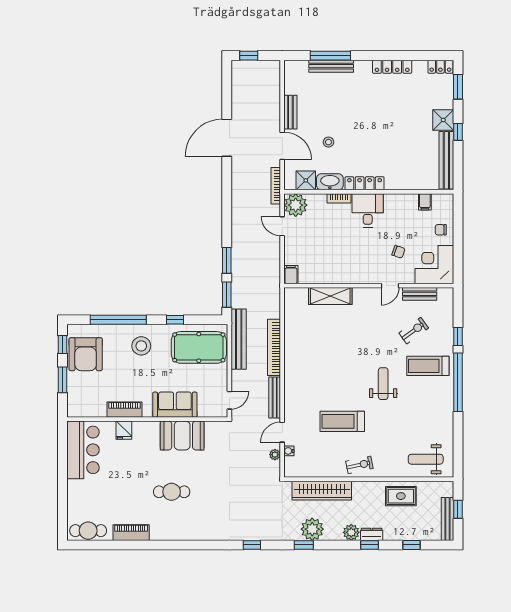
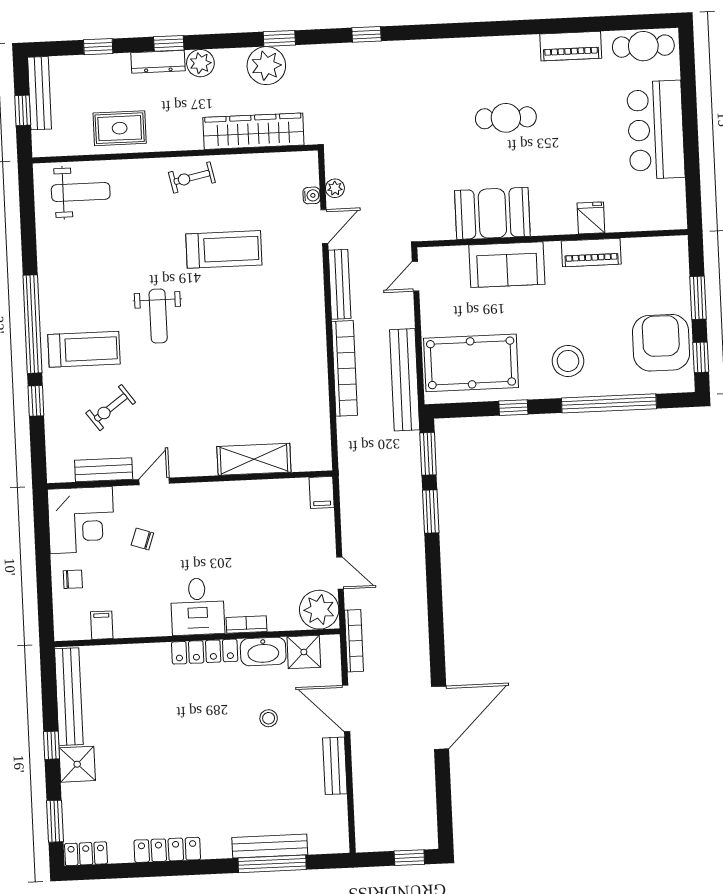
bar counter: (83, 450) -> (656, 130), moved
dresser: (372, 534) -> (158, 62), width x1.44

